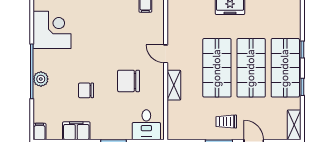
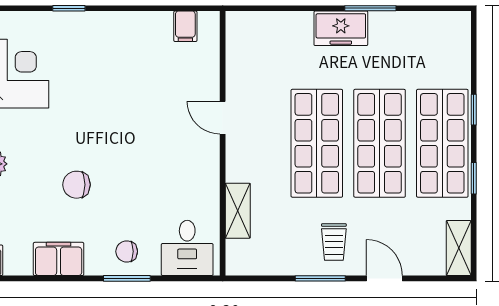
chair: (129, 81) -> (127, 251), moved, width x0.54, depth x0.54
shelving: (174, 85) -> (238, 211), moved
trolley: (226, 122) -> (334, 242), turned -90

